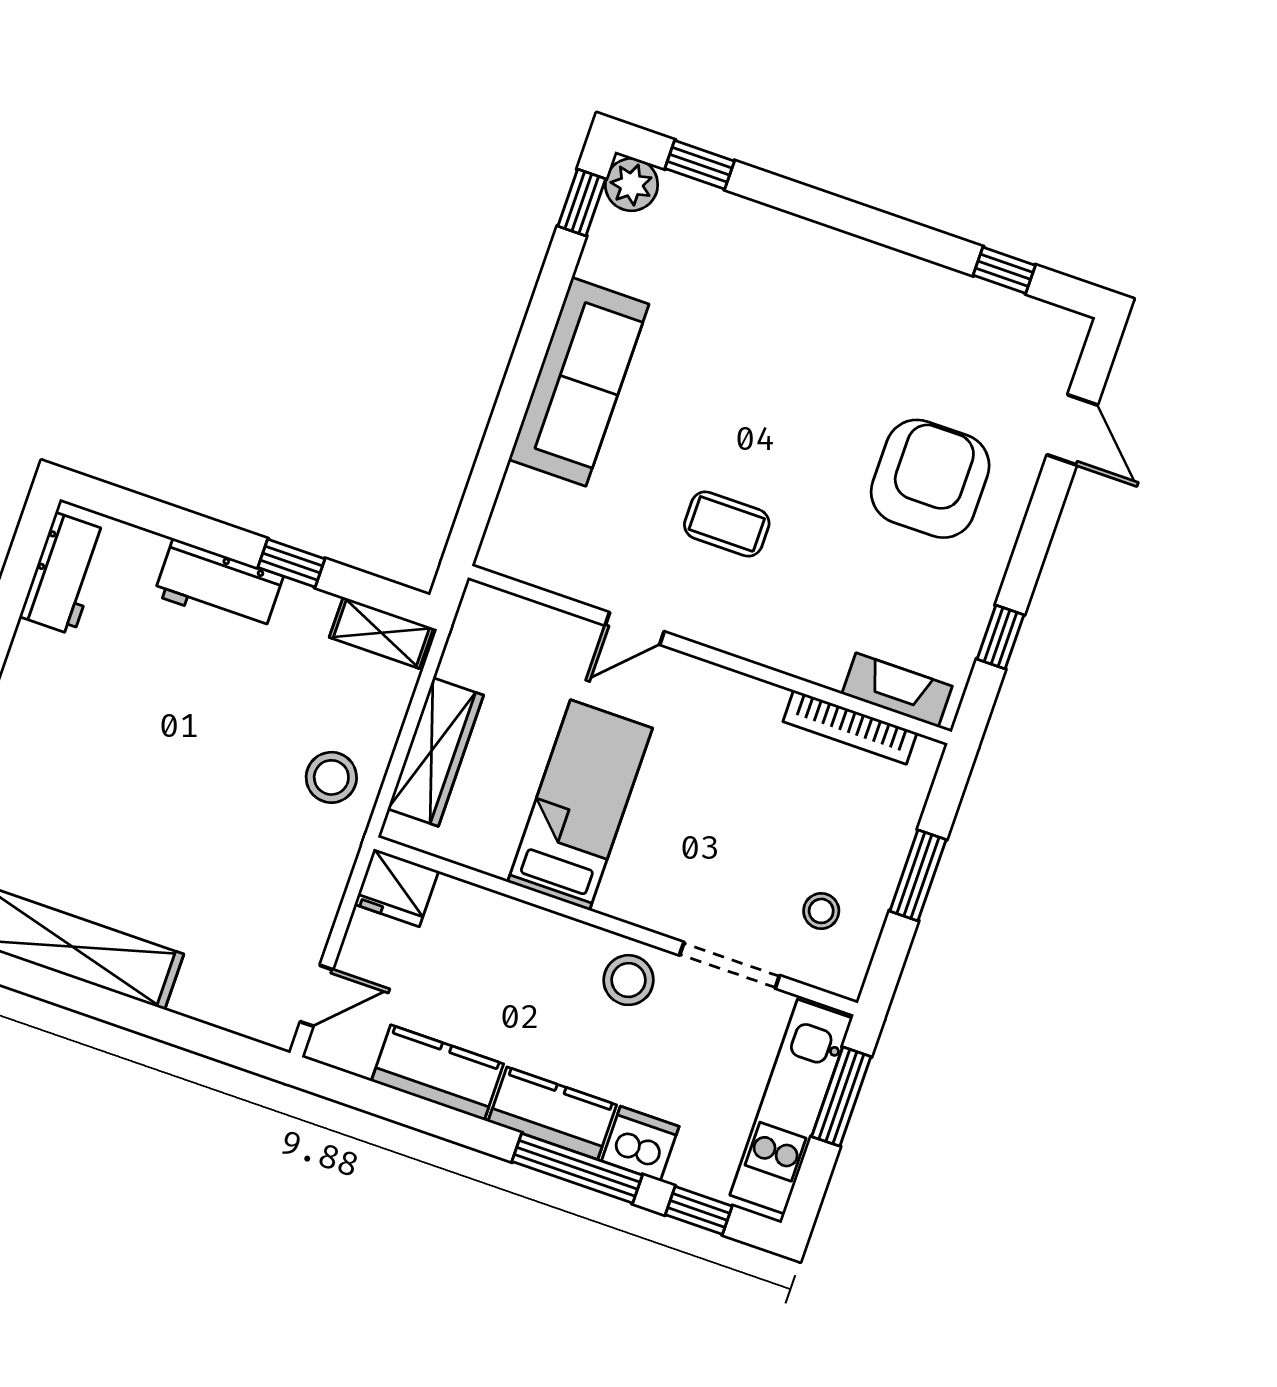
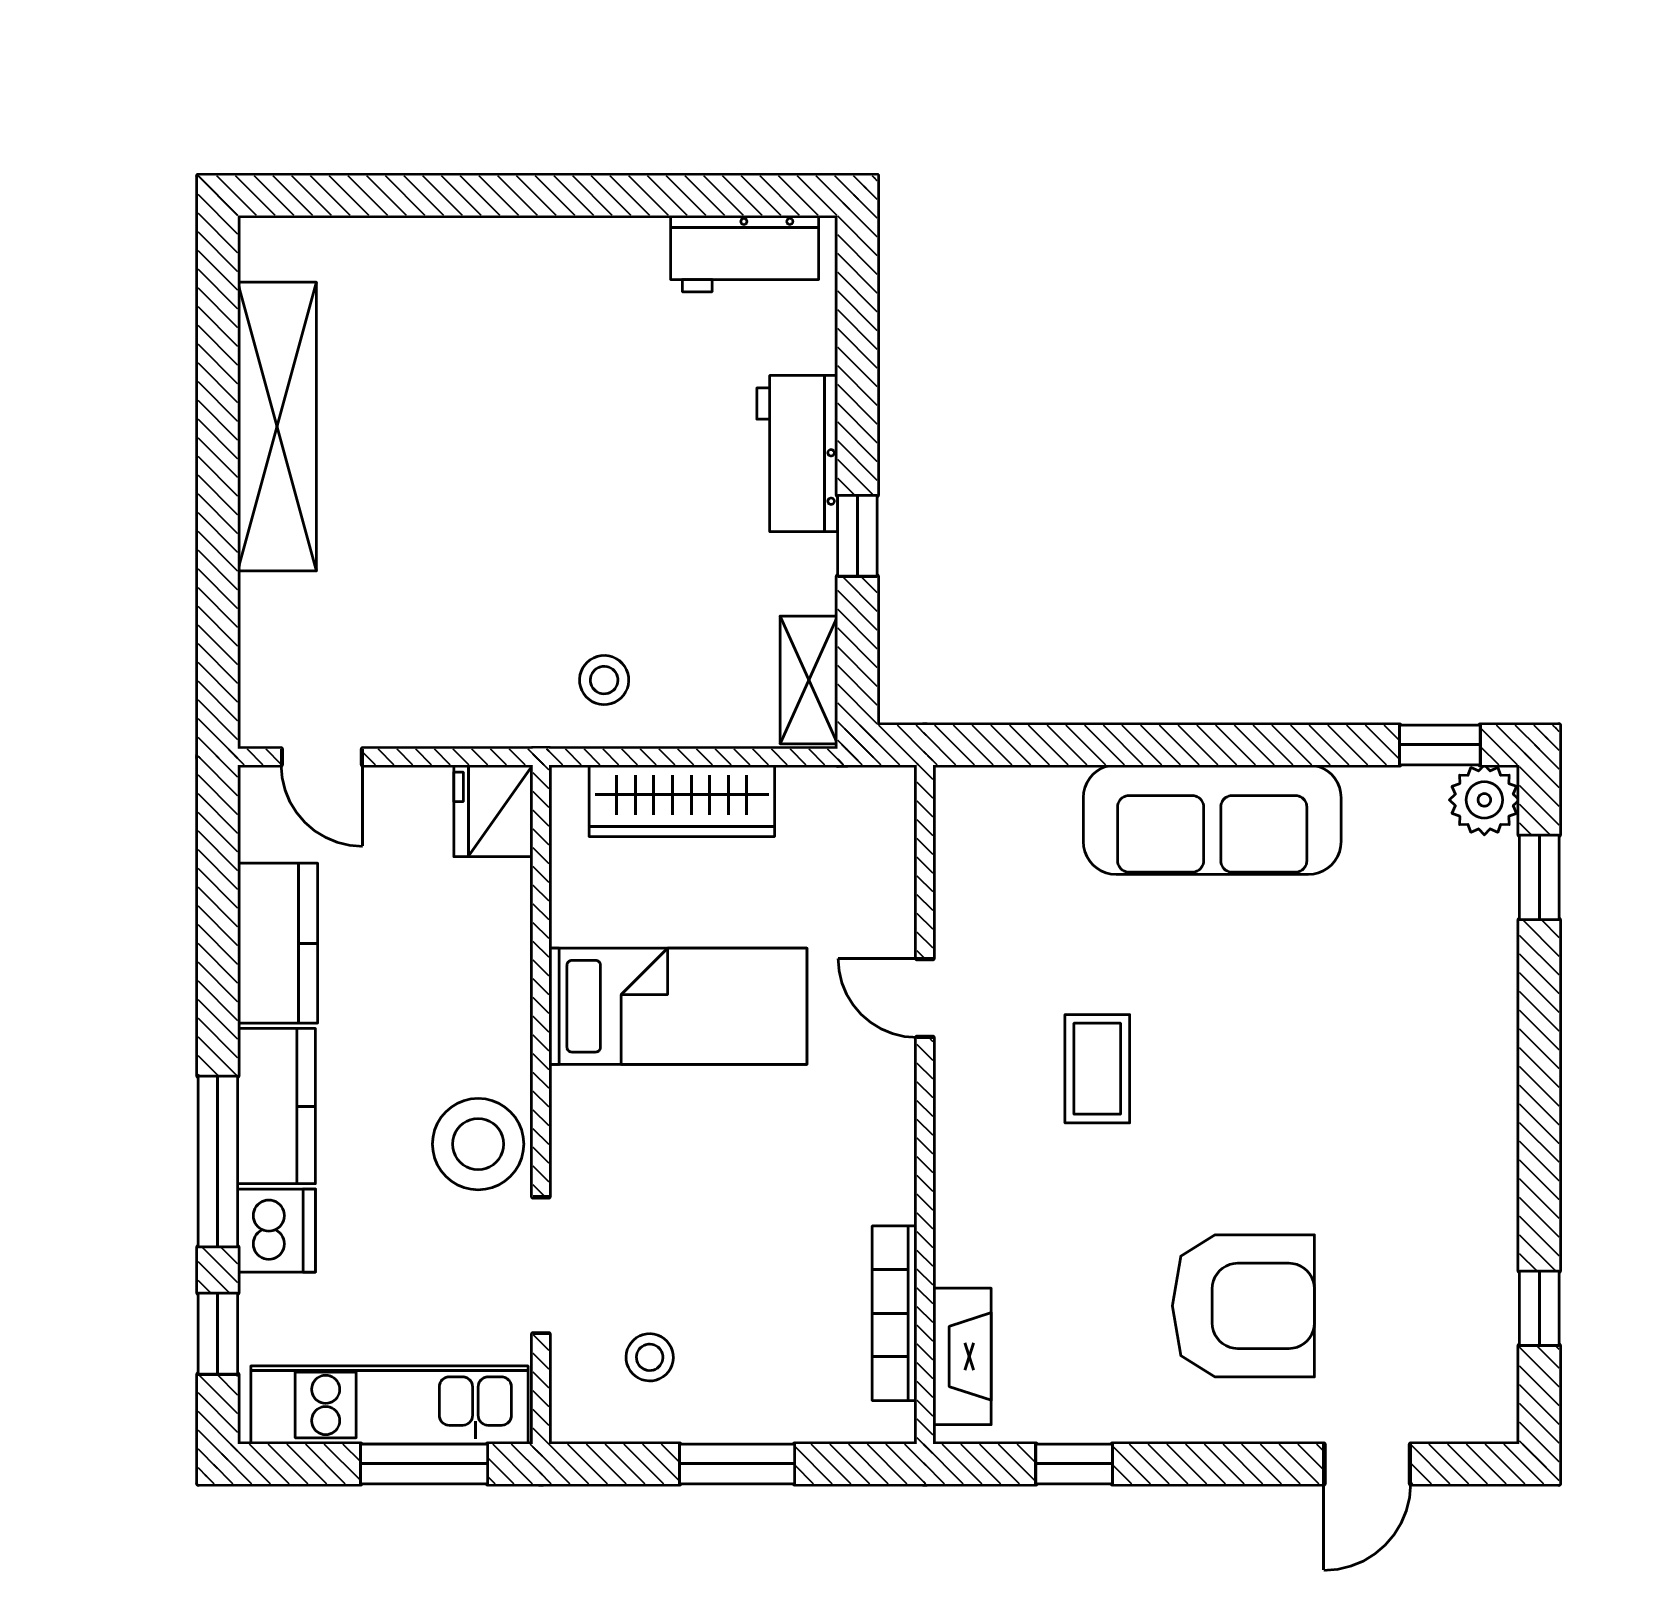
stool: (331, 777) -> (604, 680), width x0.73, depth x0.73
stool: (628, 980) -> (478, 1144), width x1.38, depth x1.38

